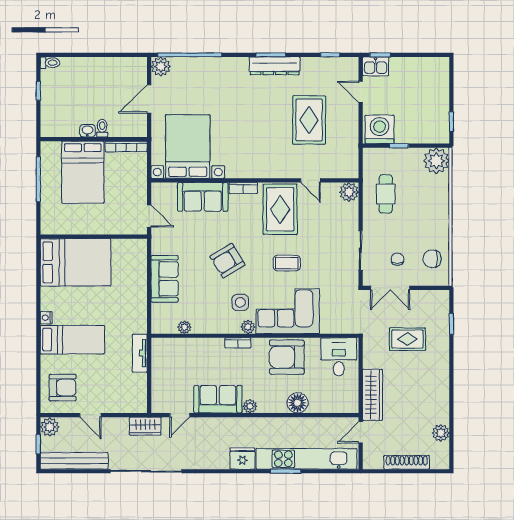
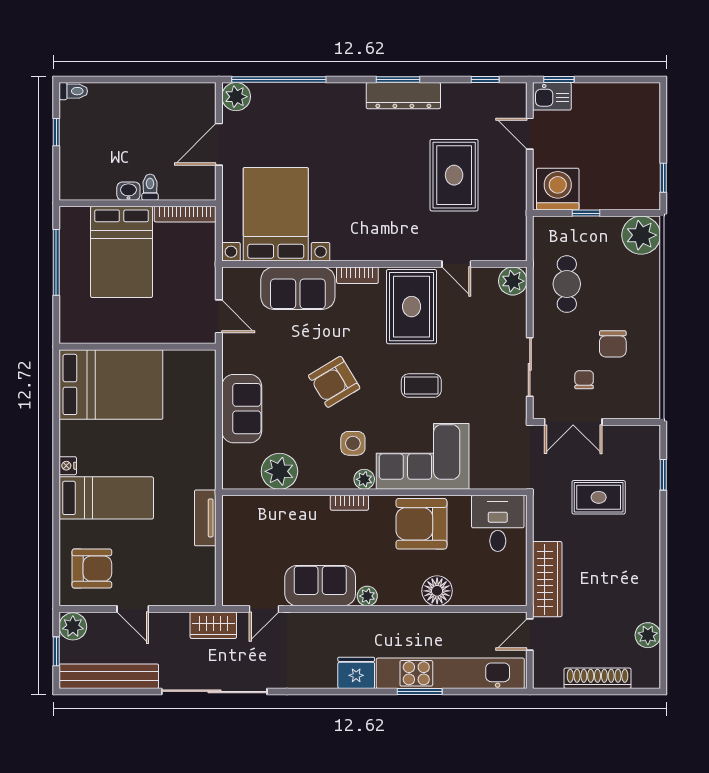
chair: (432, 259) -> (613, 344), moved, turned -90
plant: (184, 327) -> (279, 471), width x1.88, depth x1.88

